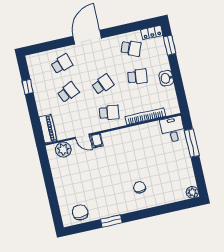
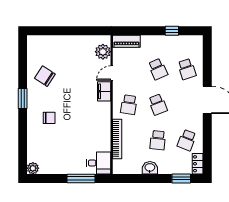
filing cabinet: (97, 141) -> (104, 91), width x2.00
chair: (80, 212) -> (45, 76), moved, turned -147
window: (111, 221) -> (23, 98), moved

